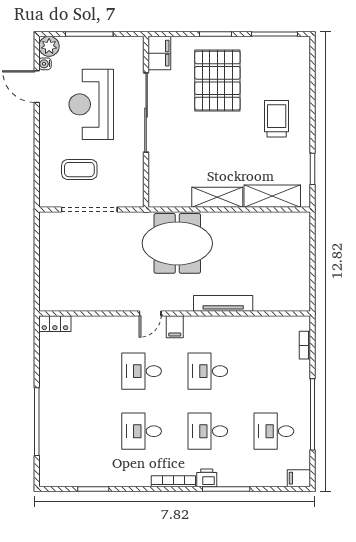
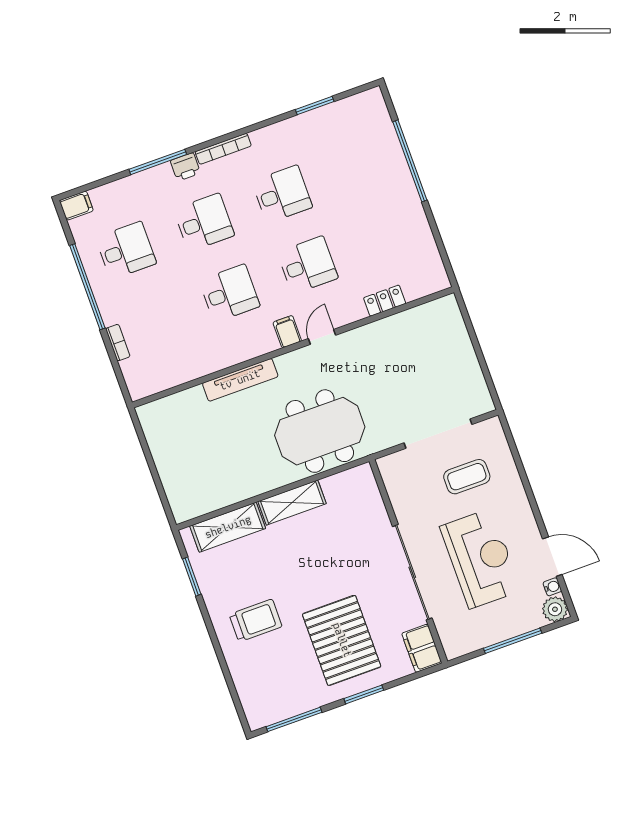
trolley: (277, 119) -> (256, 620), turned -90
locker: (55, 324) -> (385, 301), moved
bookcase: (305, 345) -> (118, 343), moved

